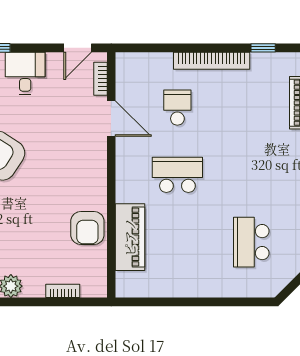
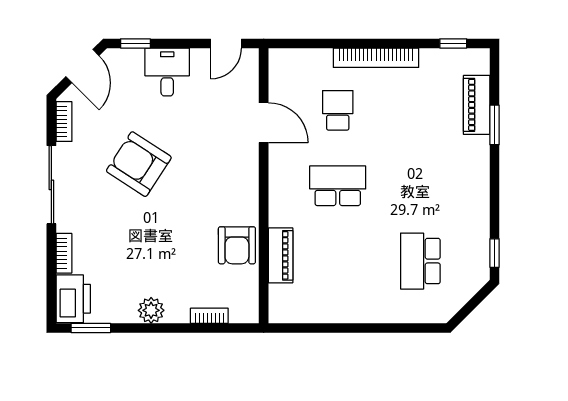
window: (263, 48) -> (453, 43), moved
bookcase: (100, 79) -> (252, 78), removed
piano: (130, 237) -> (281, 255), width x0.73, depth x0.75

